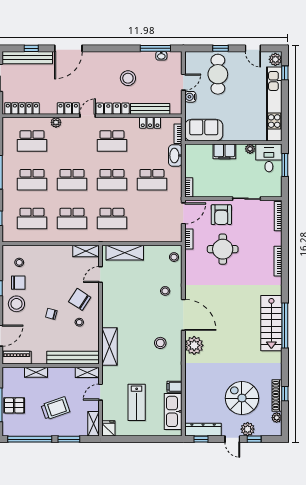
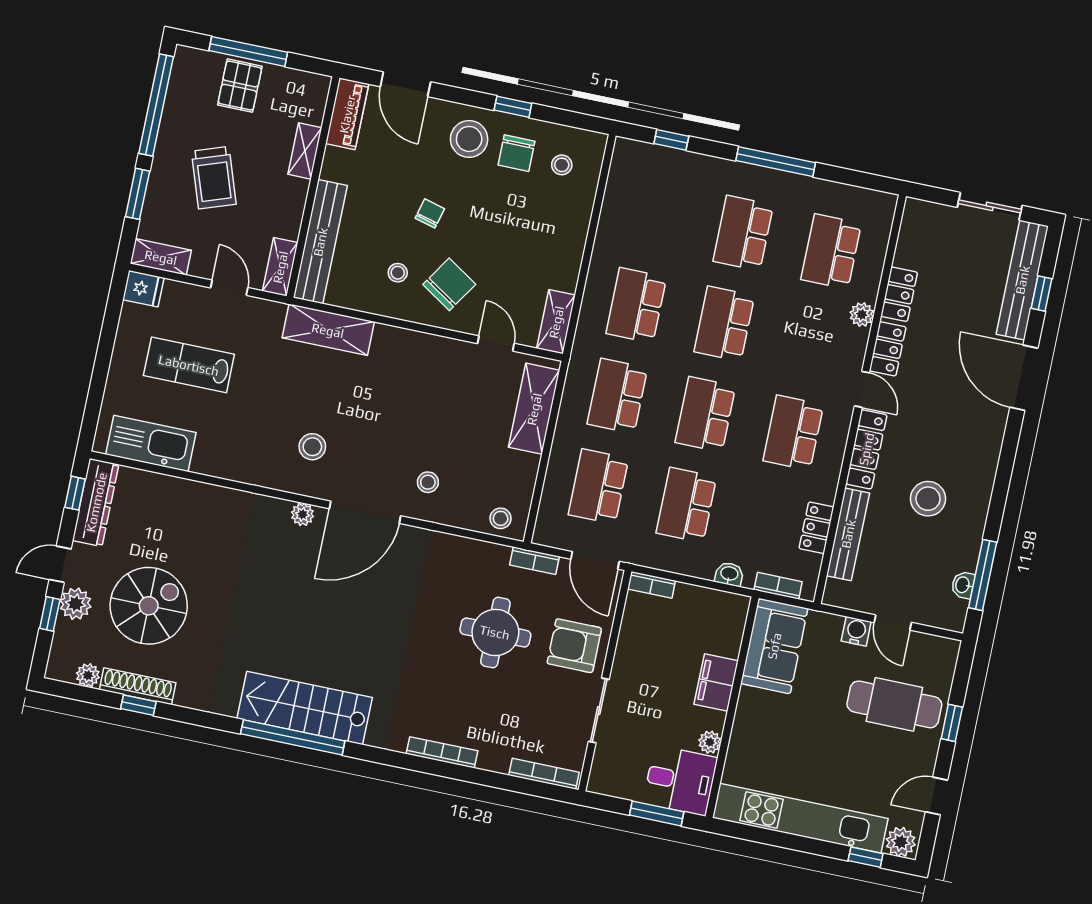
locker: (22, 108) -> (899, 294), moved, width x0.66
washbasin: (175, 155) -> (729, 574), width x0.52, depth x0.69
school desk: (32, 219) -> (598, 487), moved
plant: (194, 345) -> (302, 514), width x0.53, depth x0.53
filing cabinet: (174, 387) -> (206, 458), removed

